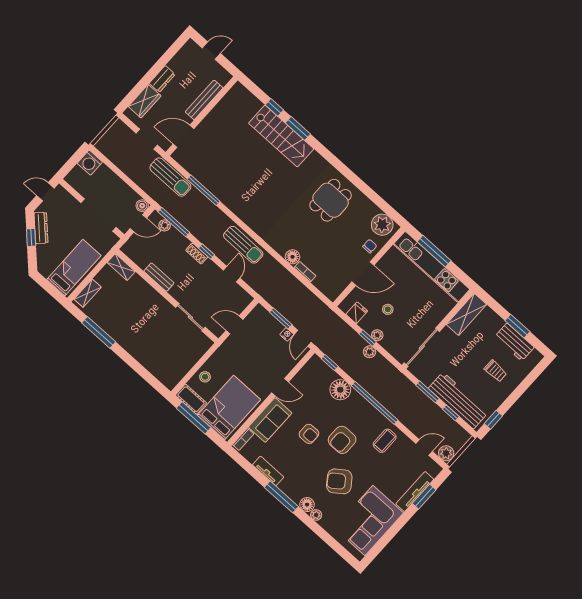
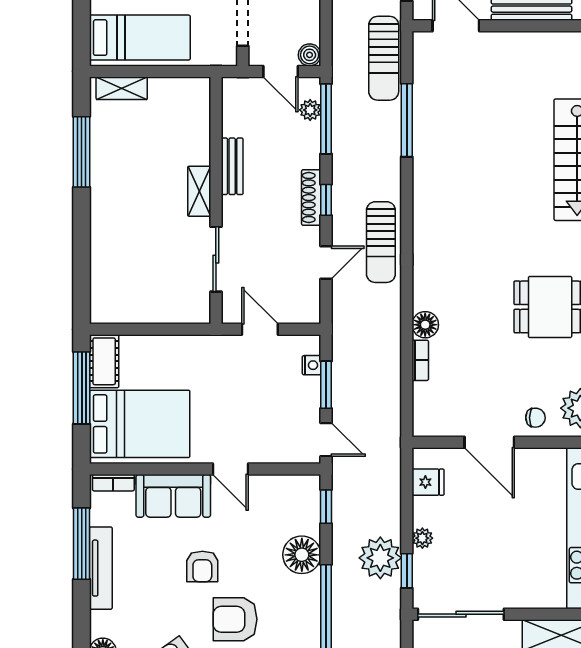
shoe rack: (197, 254) -> (311, 198), width x1.43
shelving: (121, 267) -> (199, 191), moved
stool: (388, 309) -> (471, 521), removed
nightstand: (287, 334) -> (312, 365), moved
door: (303, 338) -> (326, 440), swing flipped
window: (368, 338) -> (407, 571), moved
plant: (370, 352) -> (380, 558), width x1.88, depth x1.88
stool: (205, 377) -> (152, 353), removed
tv unit: (268, 471) -> (101, 568), width x1.41
window: (281, 497) -> (82, 544), moved

